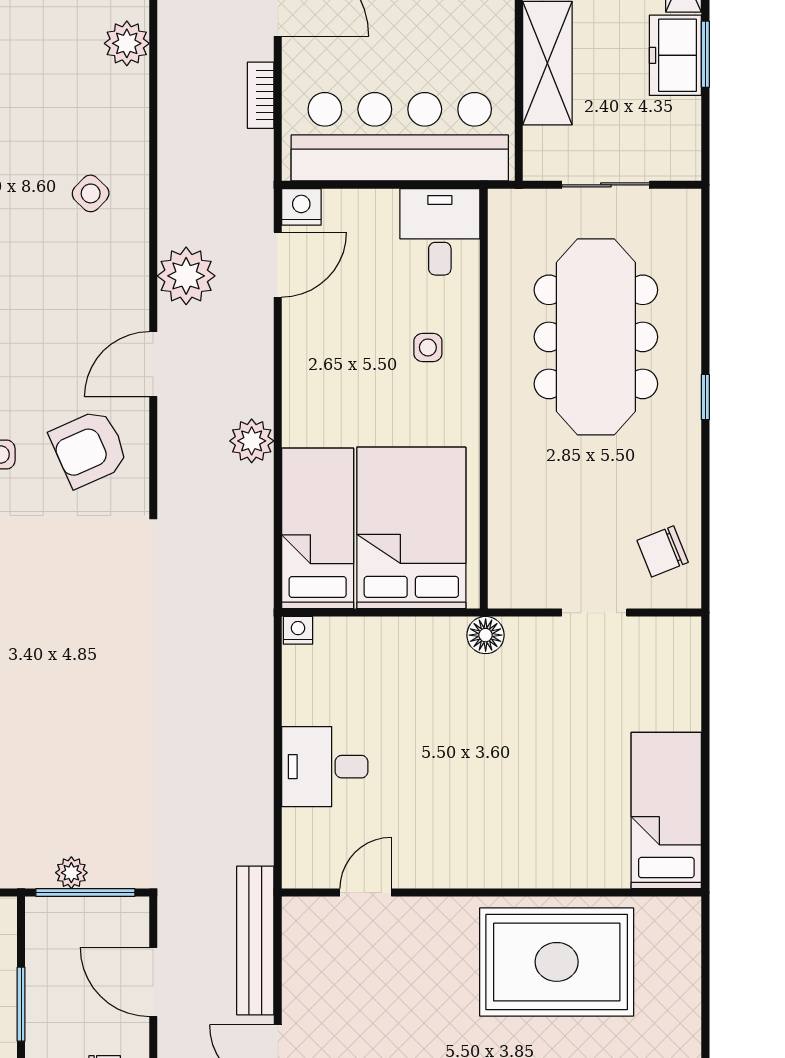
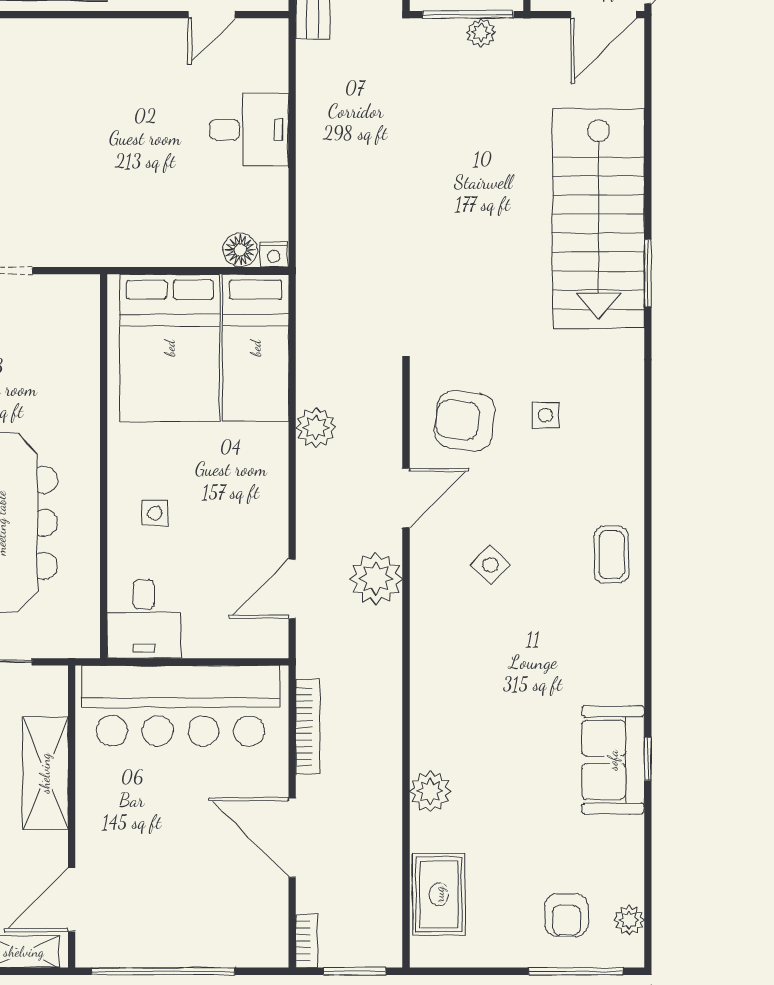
bookcase: (261, 95) -> (308, 727), width x1.56
side table: (91, 193) -> (491, 565), moved
nightstand: (301, 207) -> (271, 642), removed
armchair: (89, 448) -> (465, 421), turned -149
floor lamp: (486, 635) -> (240, 250), moved

